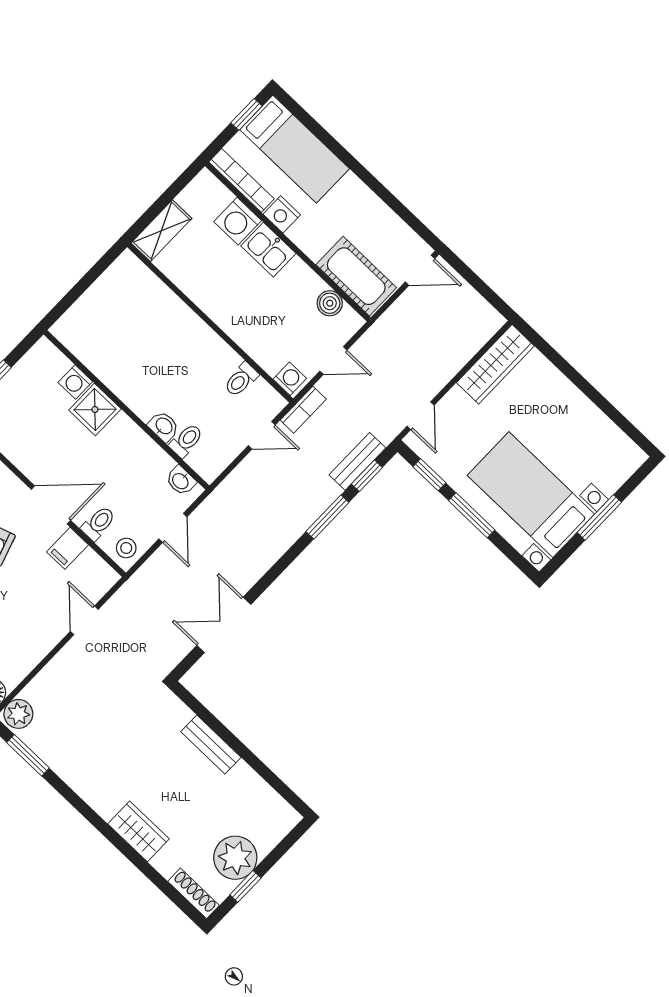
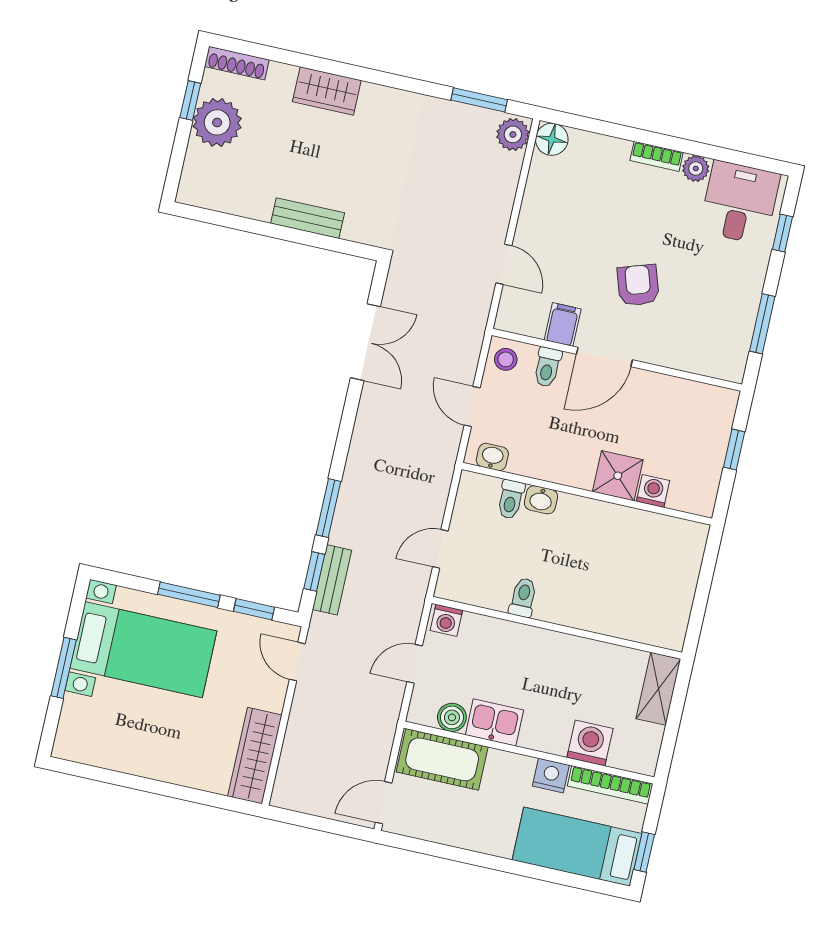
kitchen sink: (268, 250) -> (494, 722), moved
toilet: (241, 380) -> (523, 598), moved
bookcase: (303, 410) -> (415, 598), removed

